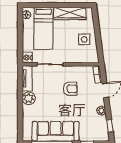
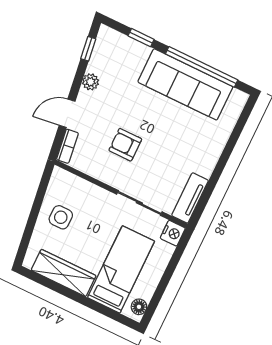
plant: (29, 98) -> (204, 163), removed

